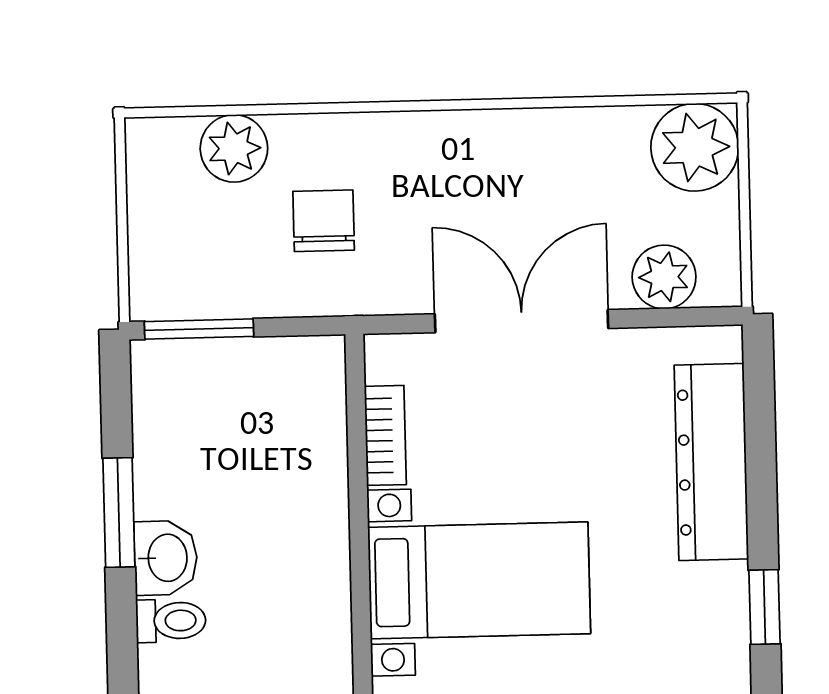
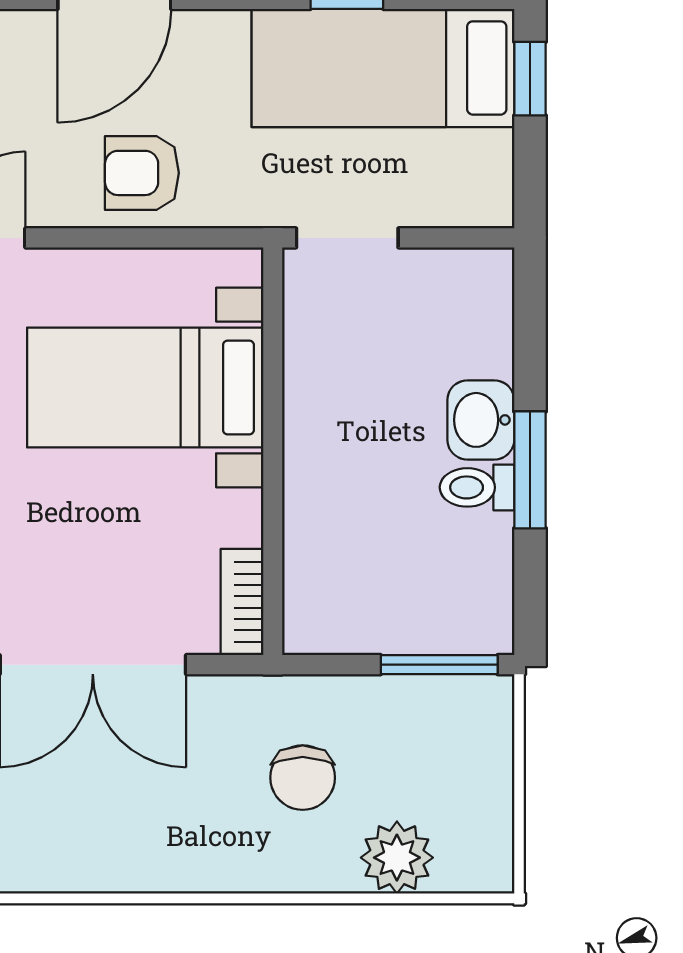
bookcase: (385, 435) -> (242, 602), moved
toilet: (171, 621) -> (477, 487), moved

